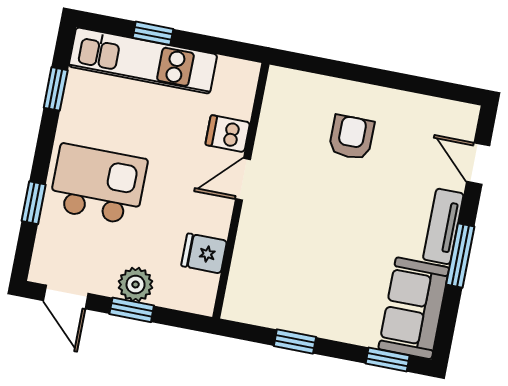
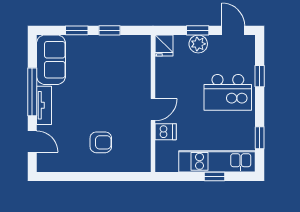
armchair: (351, 137) -> (101, 142), turned -90
fridge: (204, 253) -> (164, 45), moved, turned 90
window: (460, 256) -> (32, 92), width x1.44
window: (388, 360) -> (77, 30), moved

